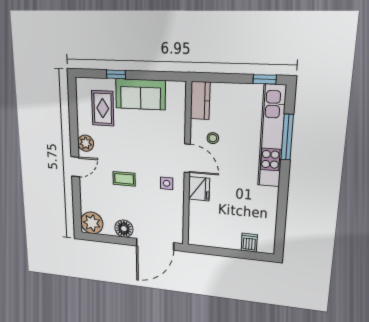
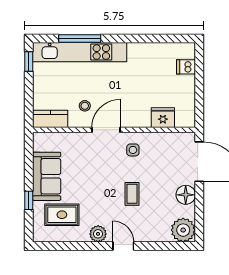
fridge: (199, 189) -> (163, 118), moved

